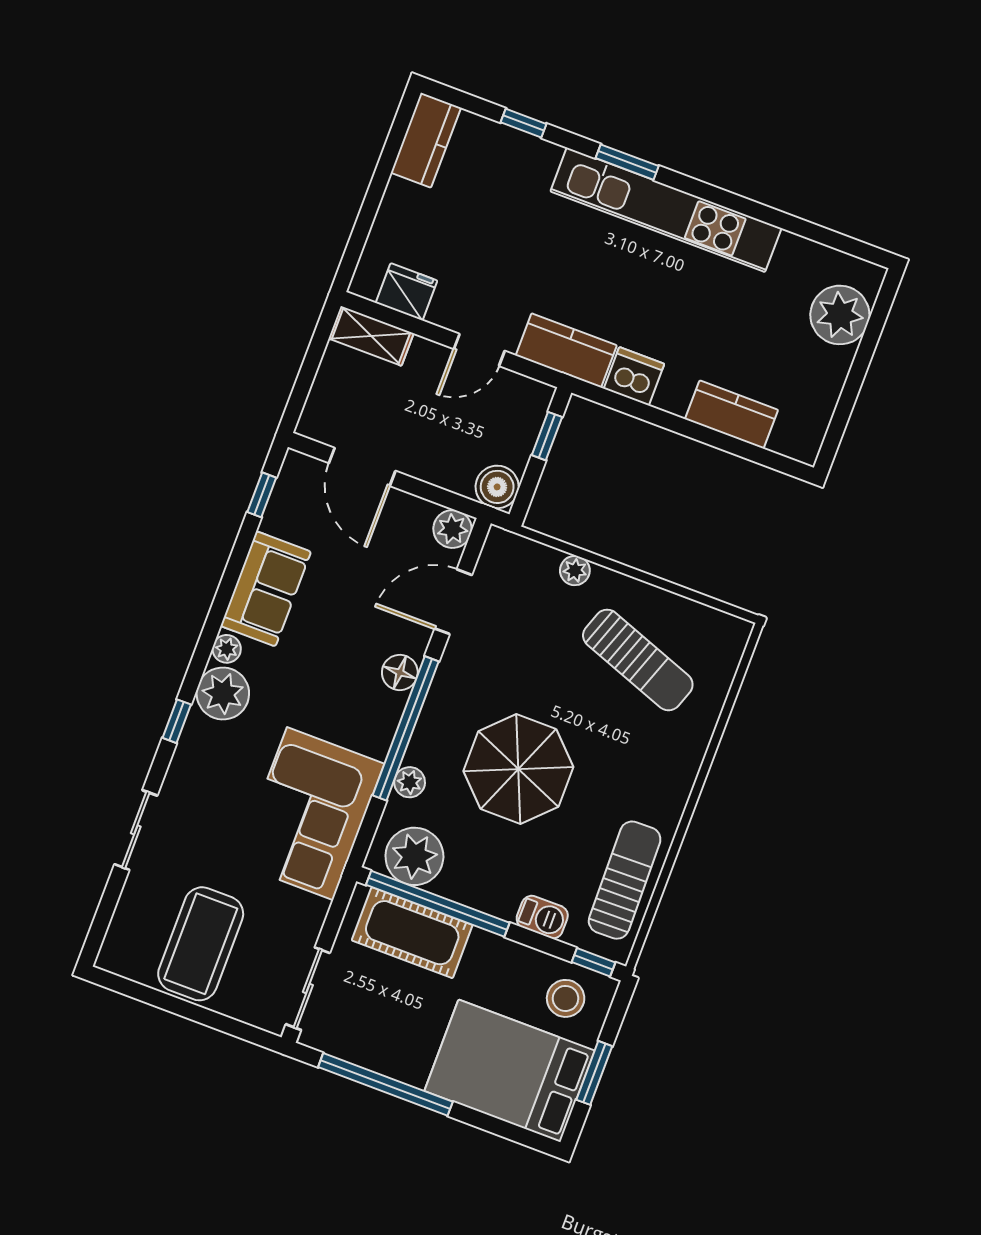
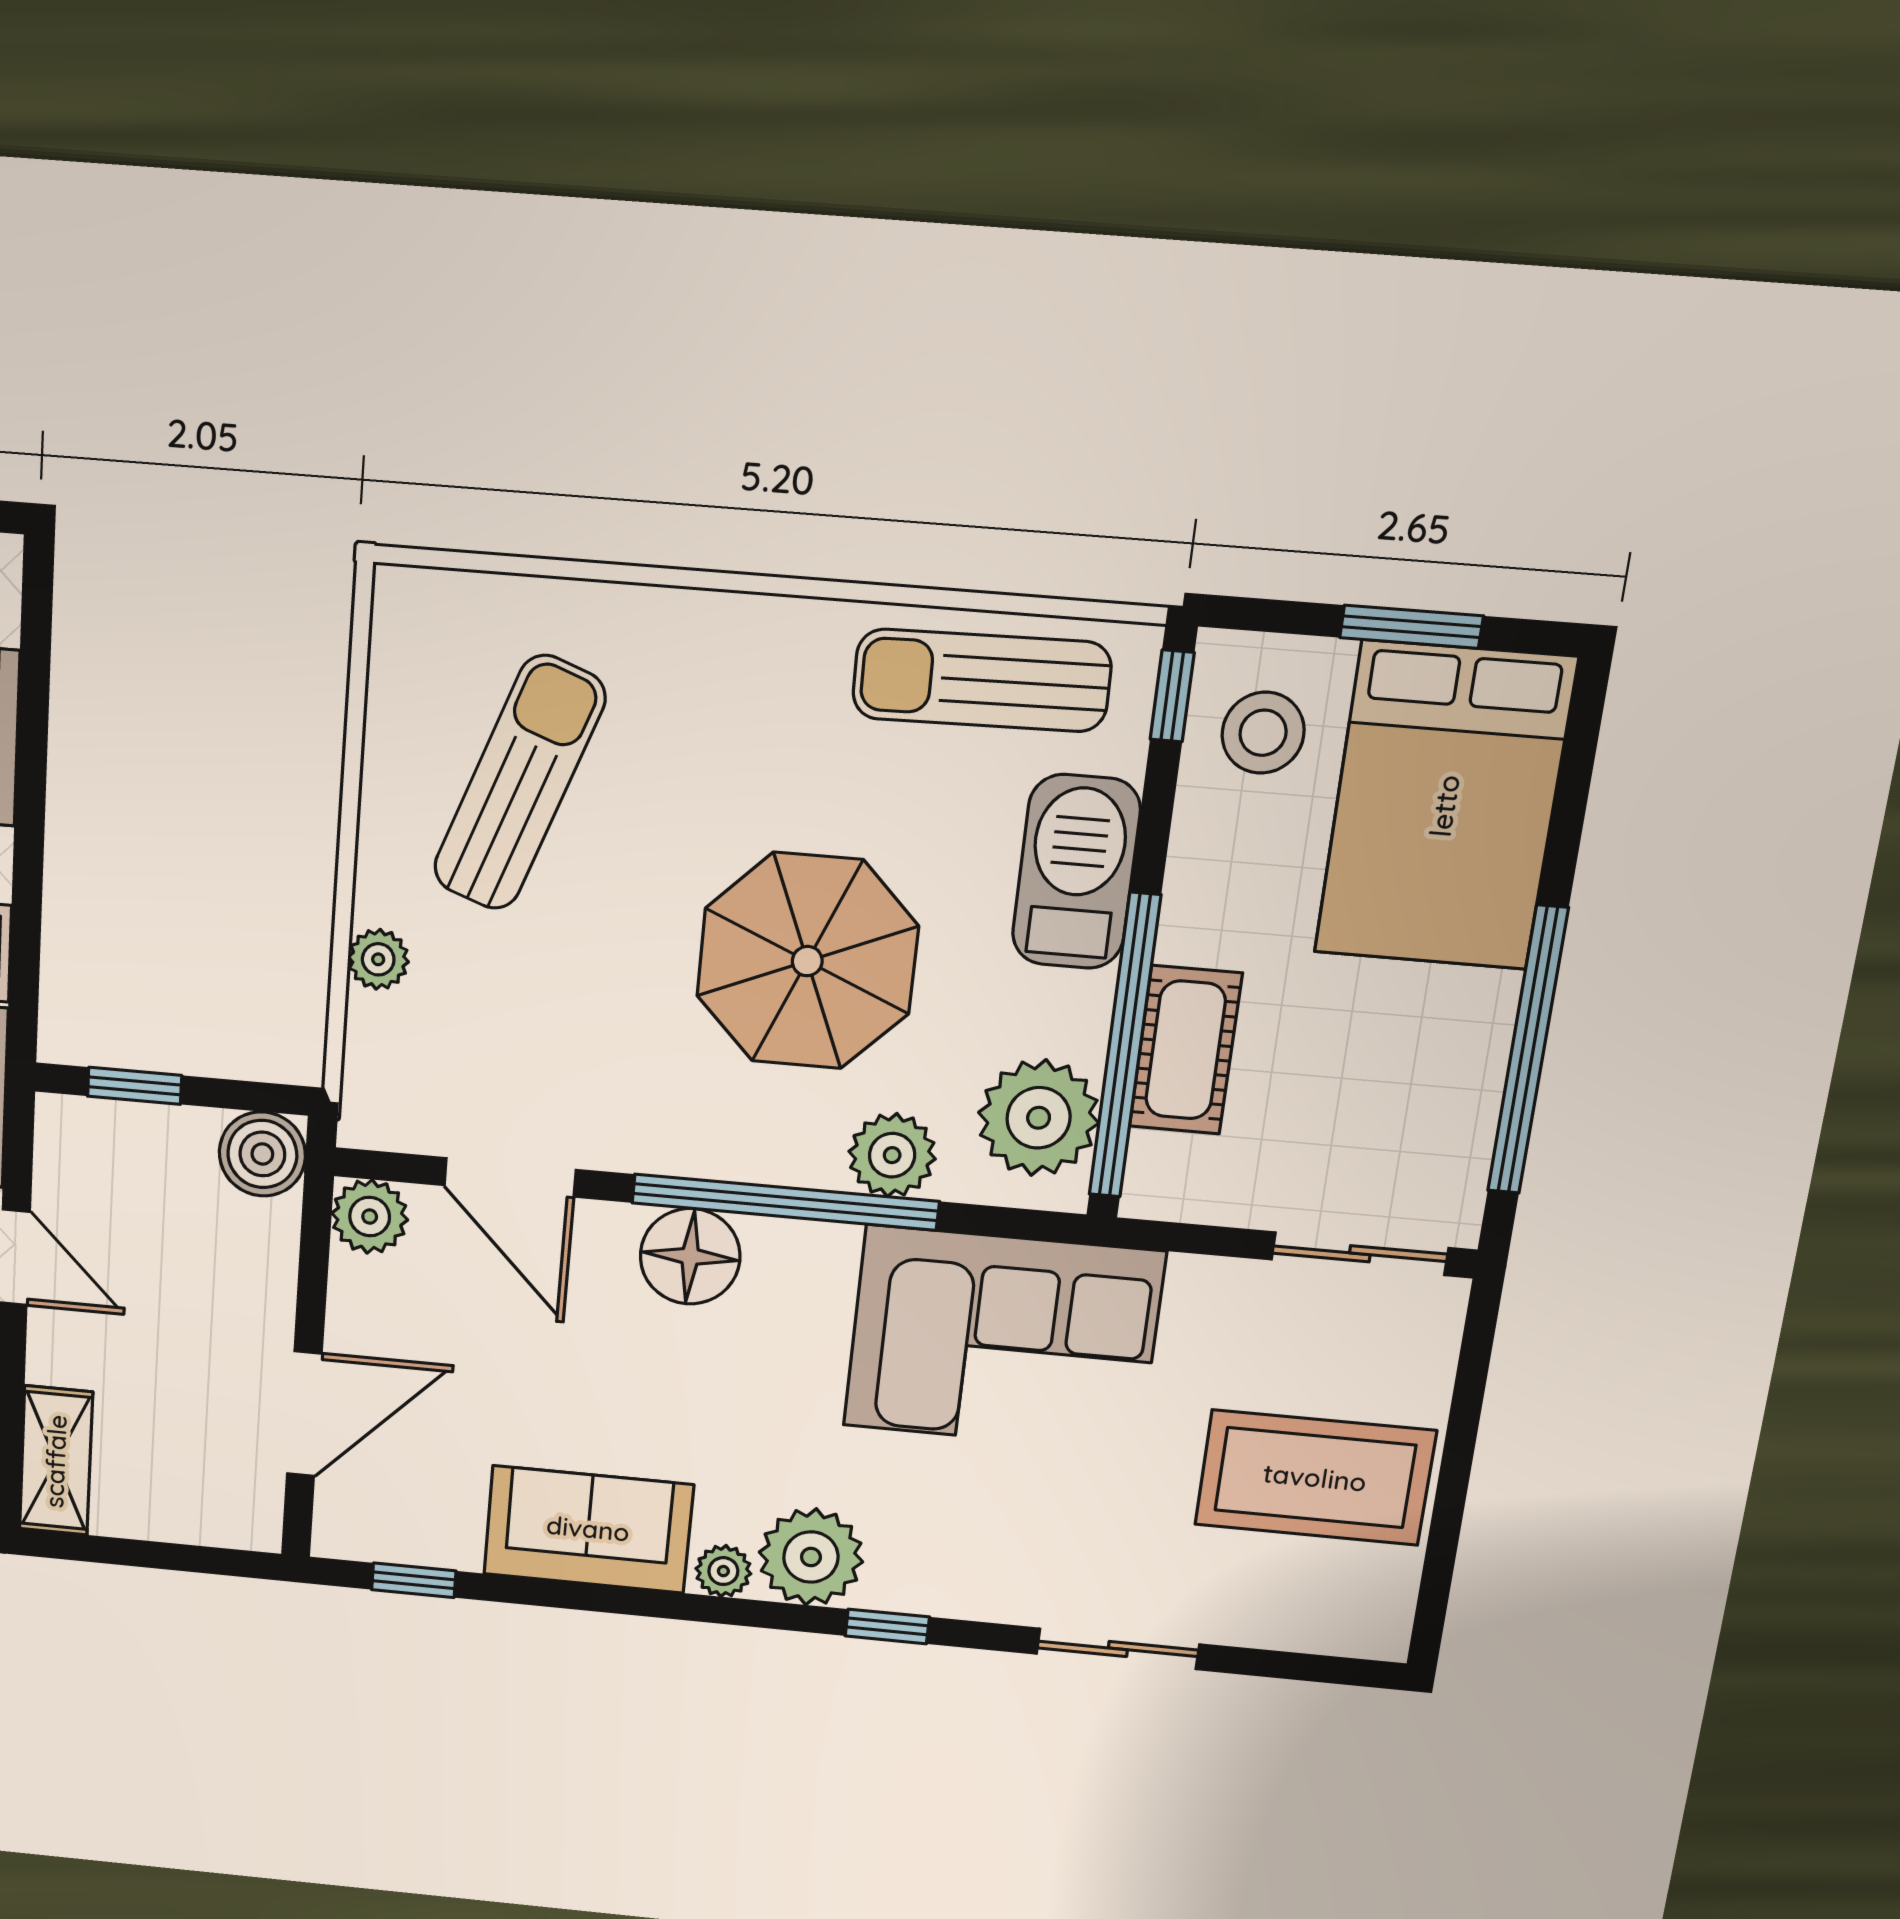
floor lamp: (400, 672) -> (690, 1256), width x1.38, depth x1.38
plant: (410, 782) -> (892, 1155), width x1.38, depth x1.38
barbecue: (542, 917) -> (1076, 872), width x1.88, depth x1.53
cot: (412, 933) -> (1186, 1050), width x0.73, depth x0.75

